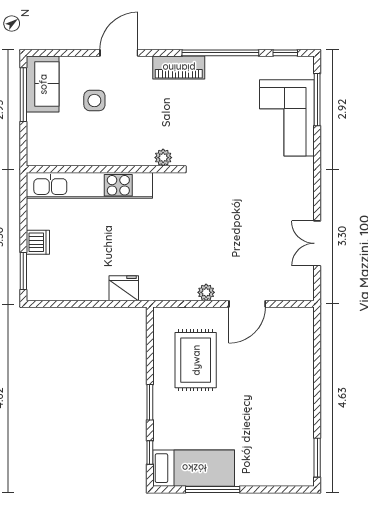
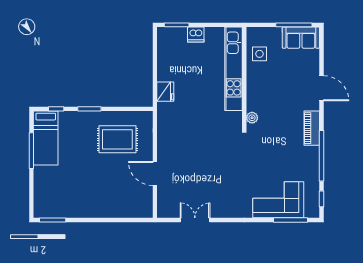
side table: (94, 101) -> (259, 54), moved
plant: (206, 292) -> (162, 146), removed

